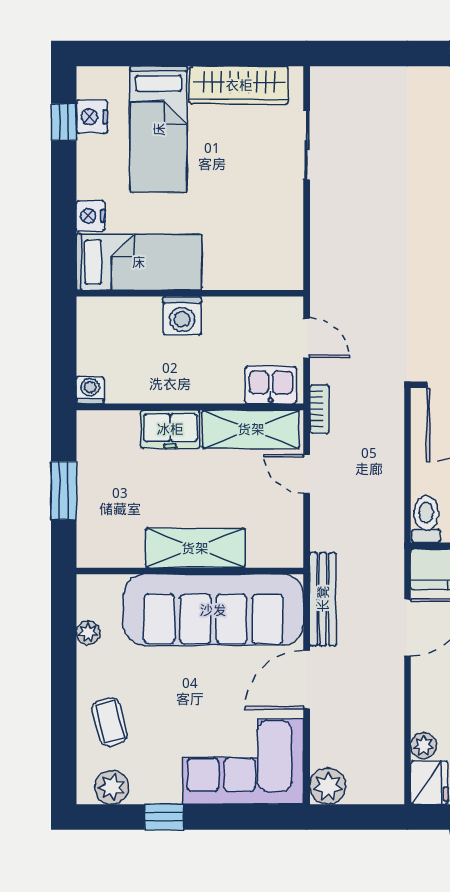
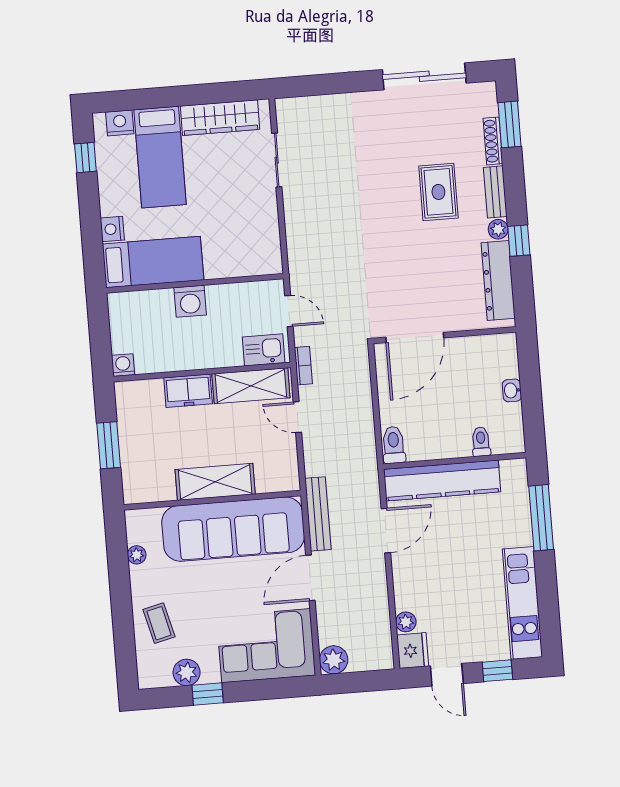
nightstand: (92, 117) -> (120, 123), moved, turned 90
plant: (112, 787) -> (187, 672), moved

